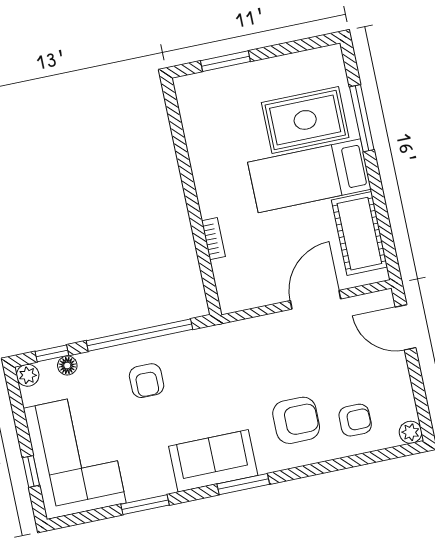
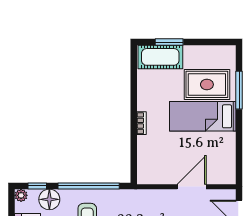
cot: (359, 234) -> (160, 57), moved, turned 90
bookcase: (213, 239) -> (142, 123), moved
floor lamp: (67, 365) -> (49, 199), width x1.89, depth x1.89

